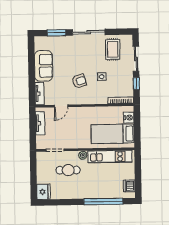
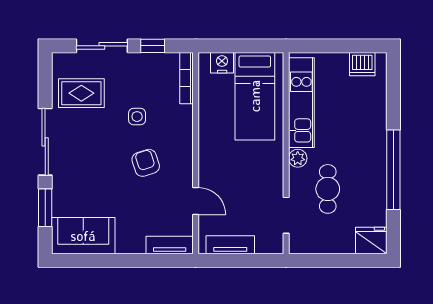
sofa: (44, 66) -> (83, 236), moved
window: (103, 202) -> (393, 170), moved

